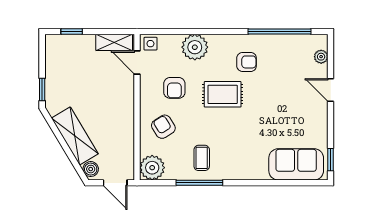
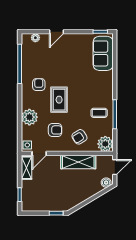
shelving: (75, 136) -> (78, 162), moved, turned 31

